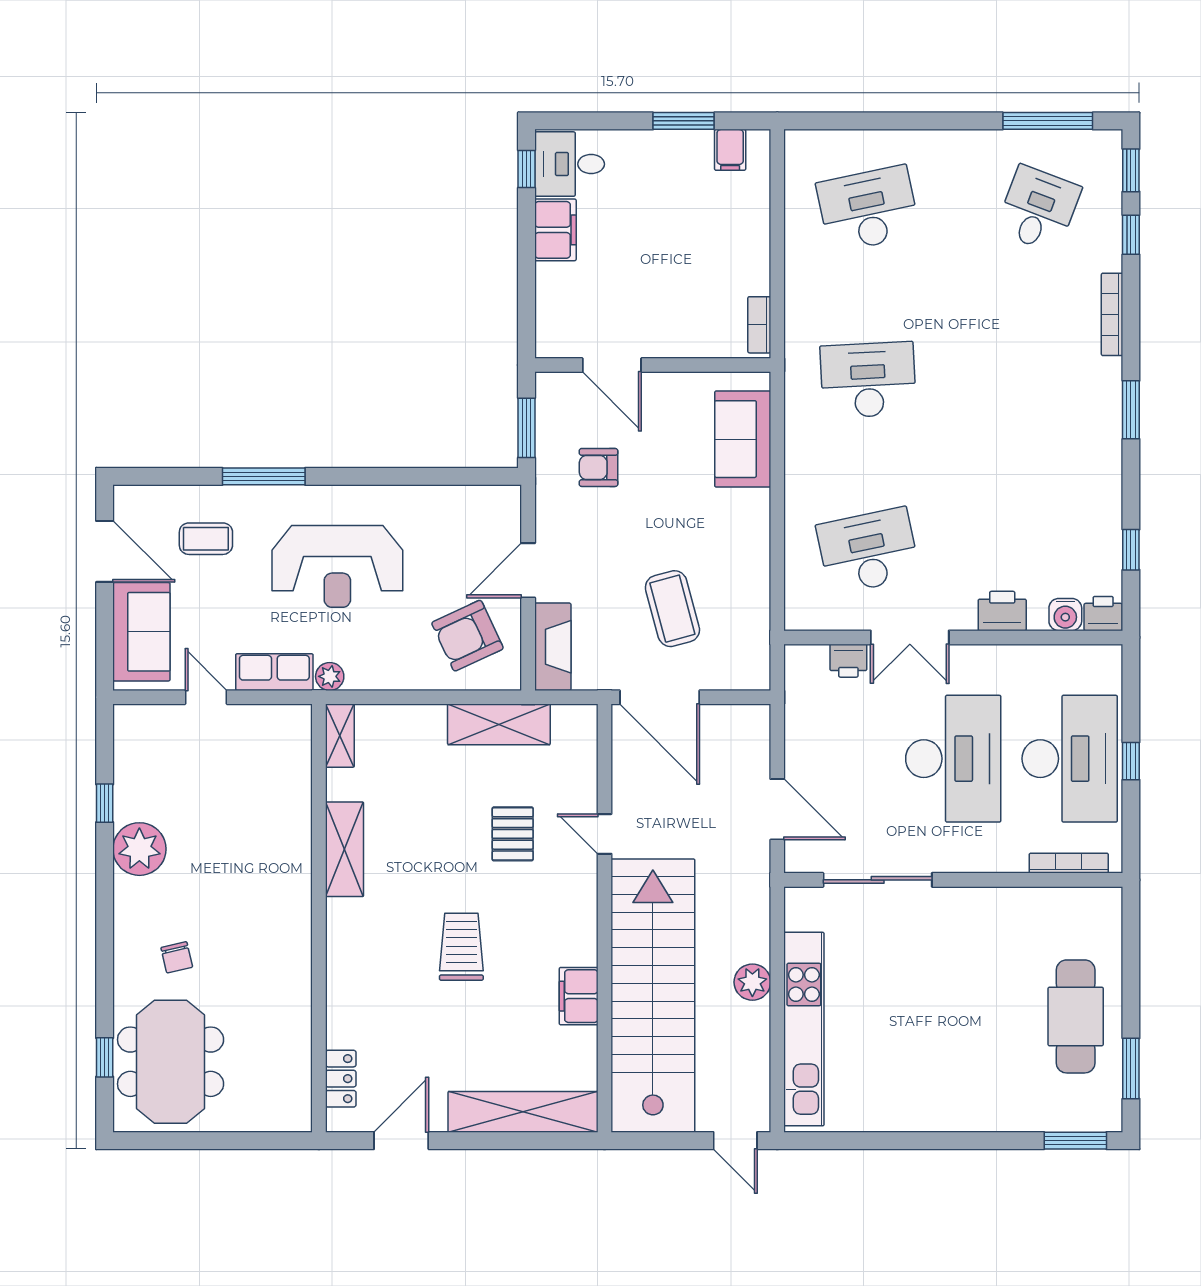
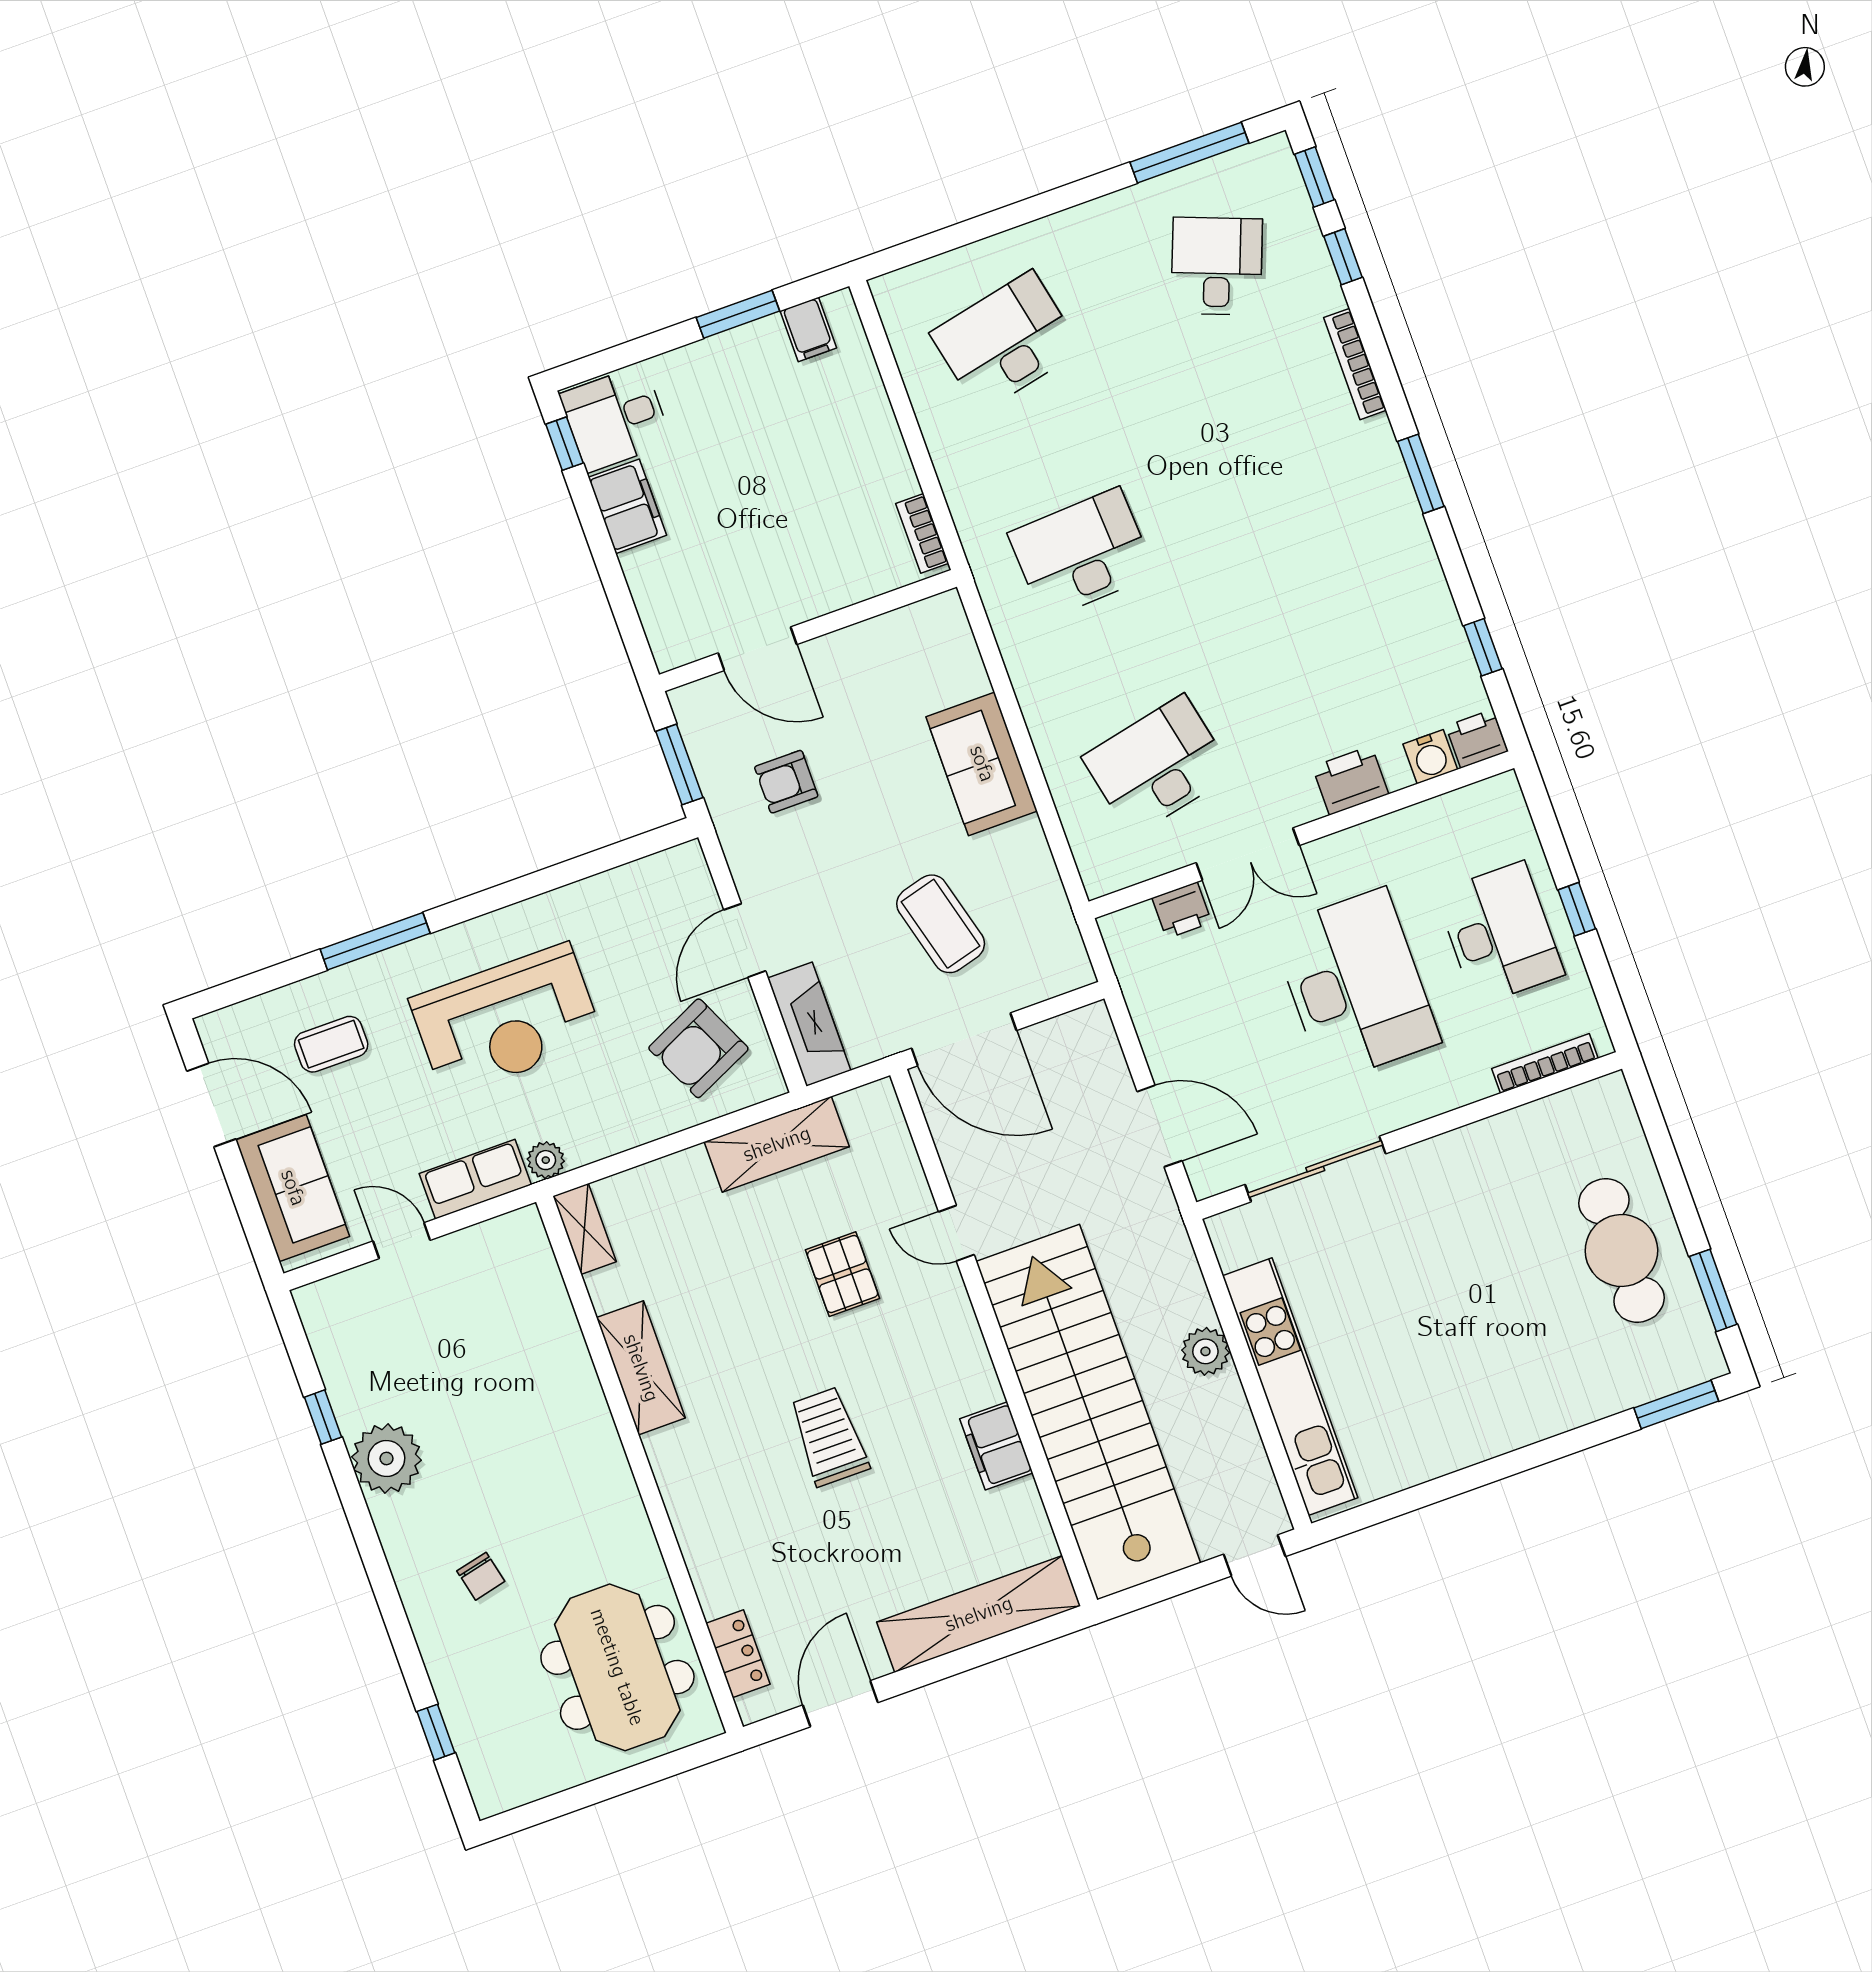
sofa: (743, 439) -> (982, 764), moved
desk: (1070, 759) -> (1500, 933), width x0.73, depth x0.77
meeting table: (171, 1062) -> (617, 1667), moved

